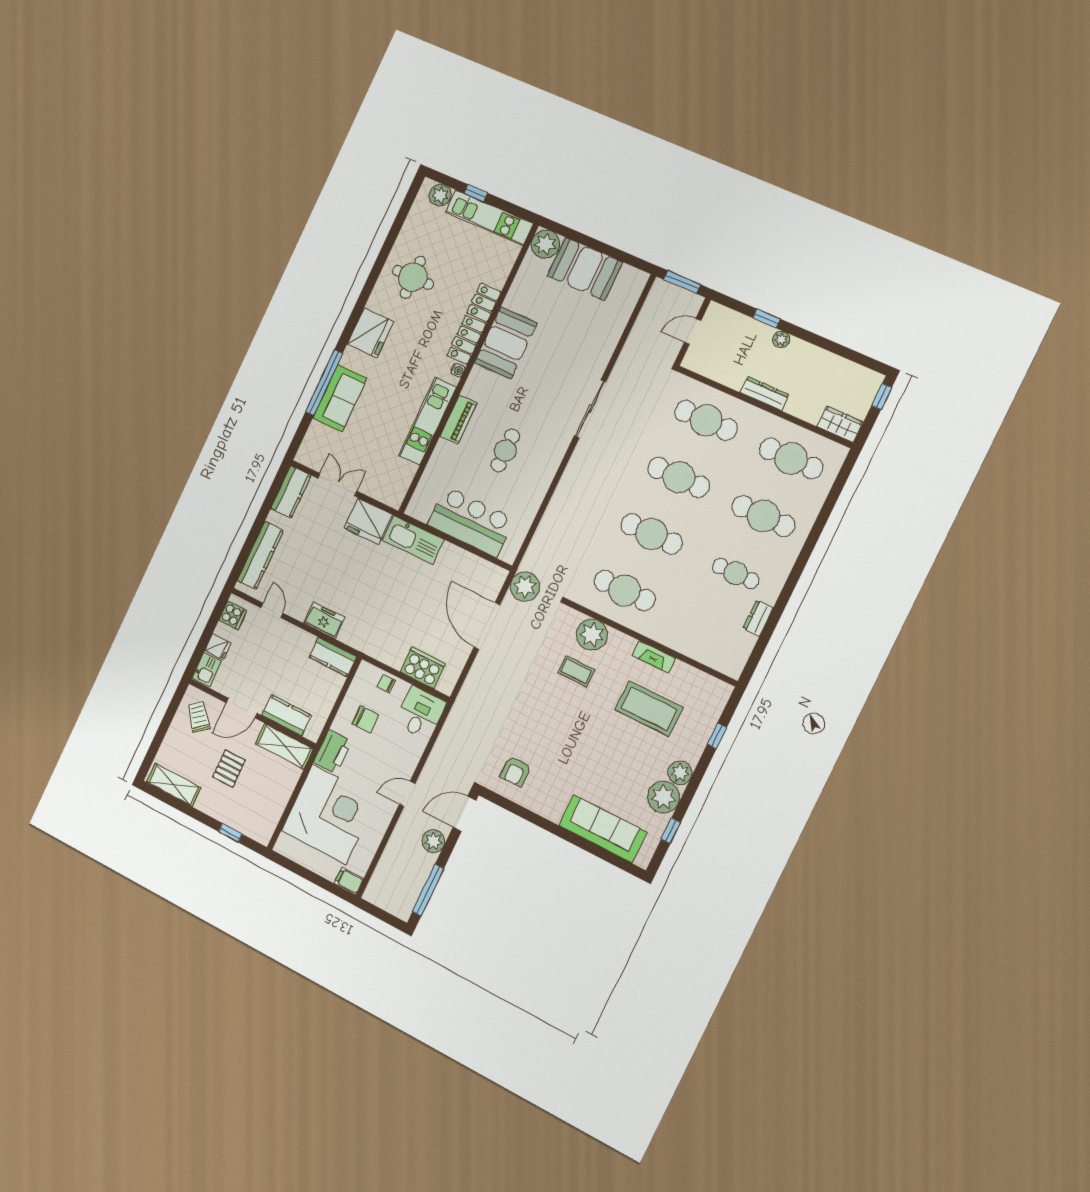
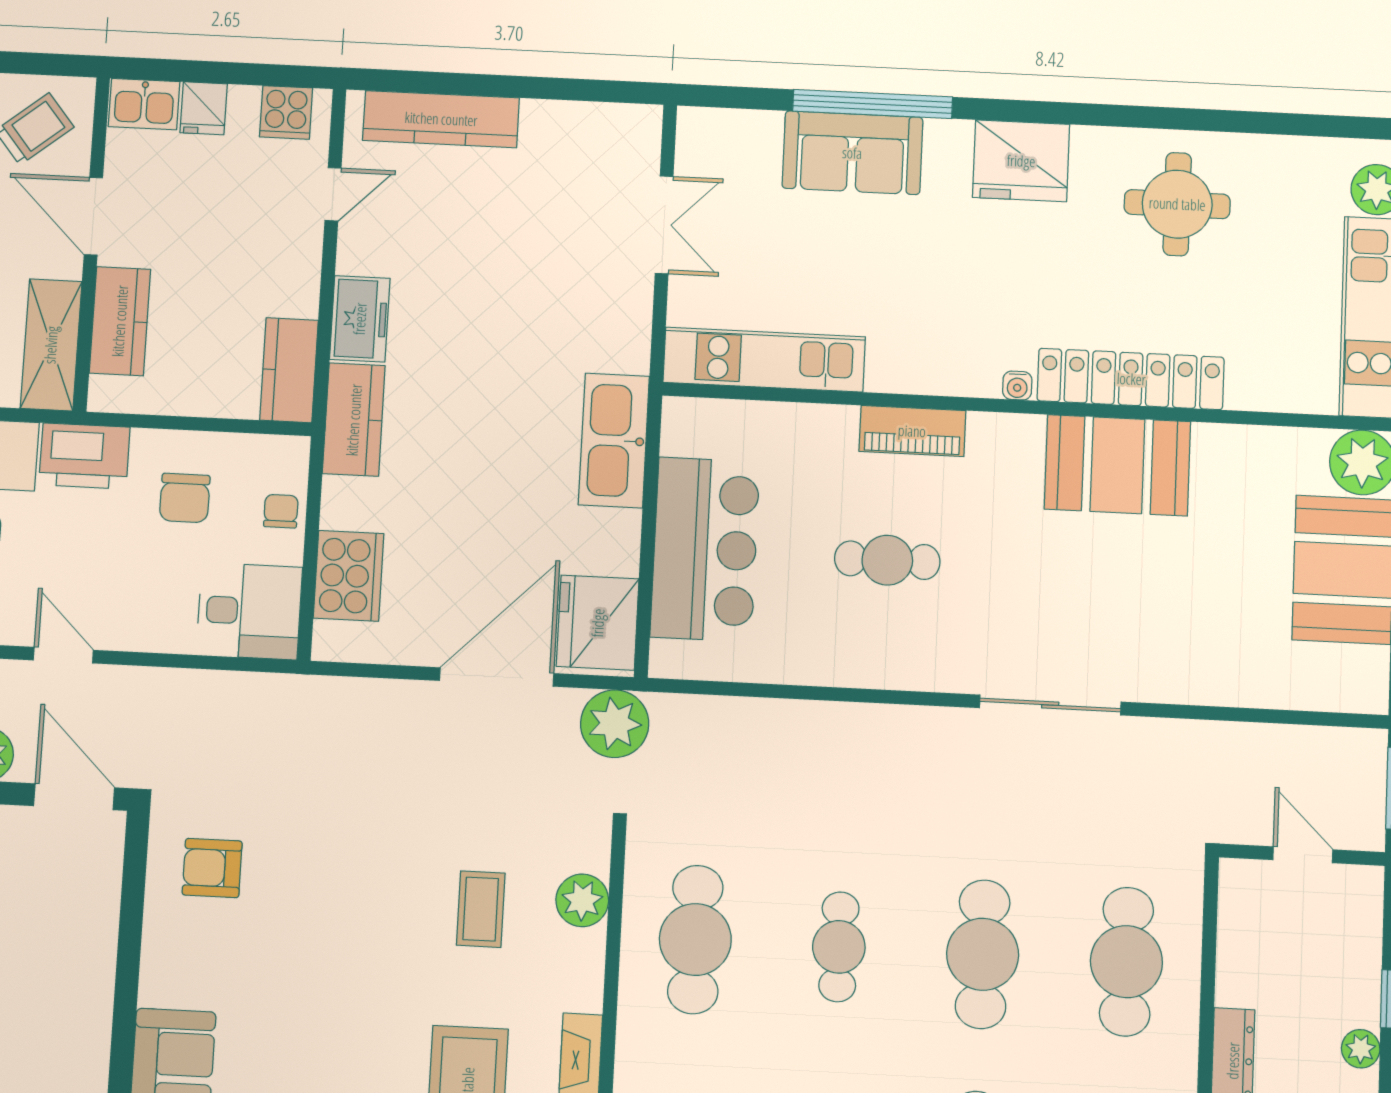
kitchen unit: (427, 421) -> (764, 360), moved
kitchen counter: (291, 492) -> (354, 420), moved, turned -90
fridge: (368, 521) -> (598, 623), moved
cafe table: (652, 534) -> (839, 947), width x0.73, depth x0.74
plant: (592, 635) -> (582, 900), width x0.73, depth x0.73

